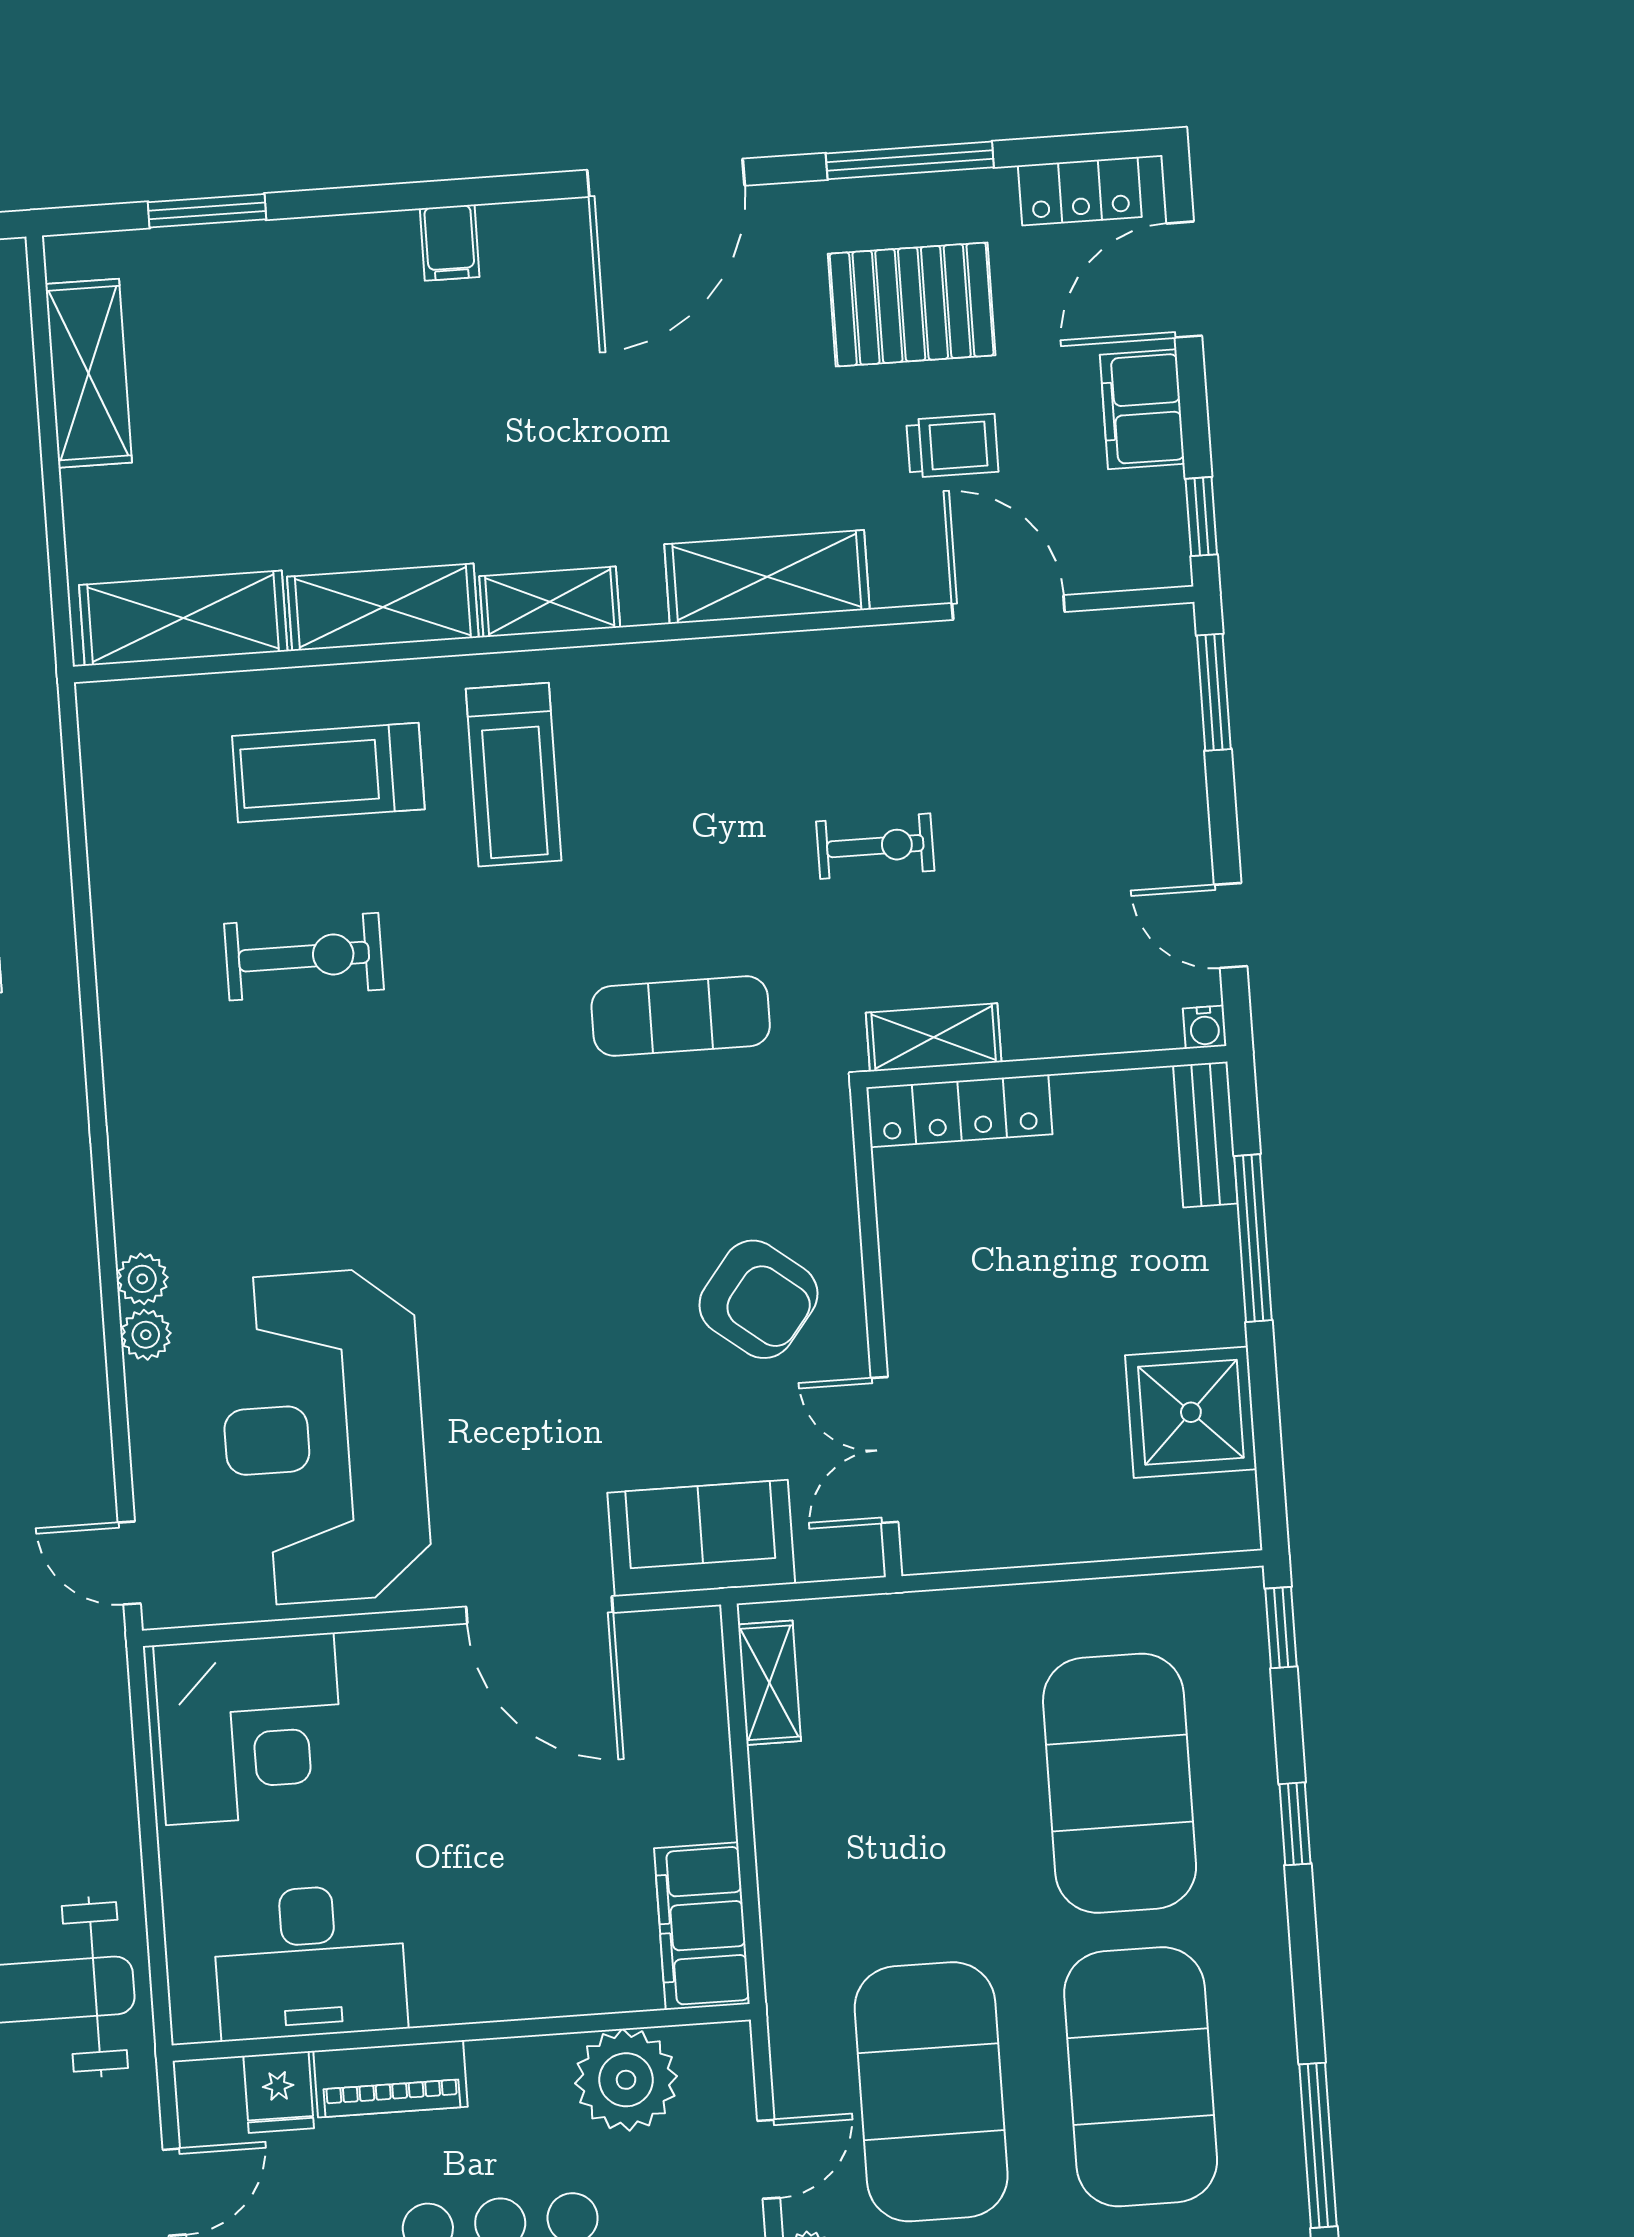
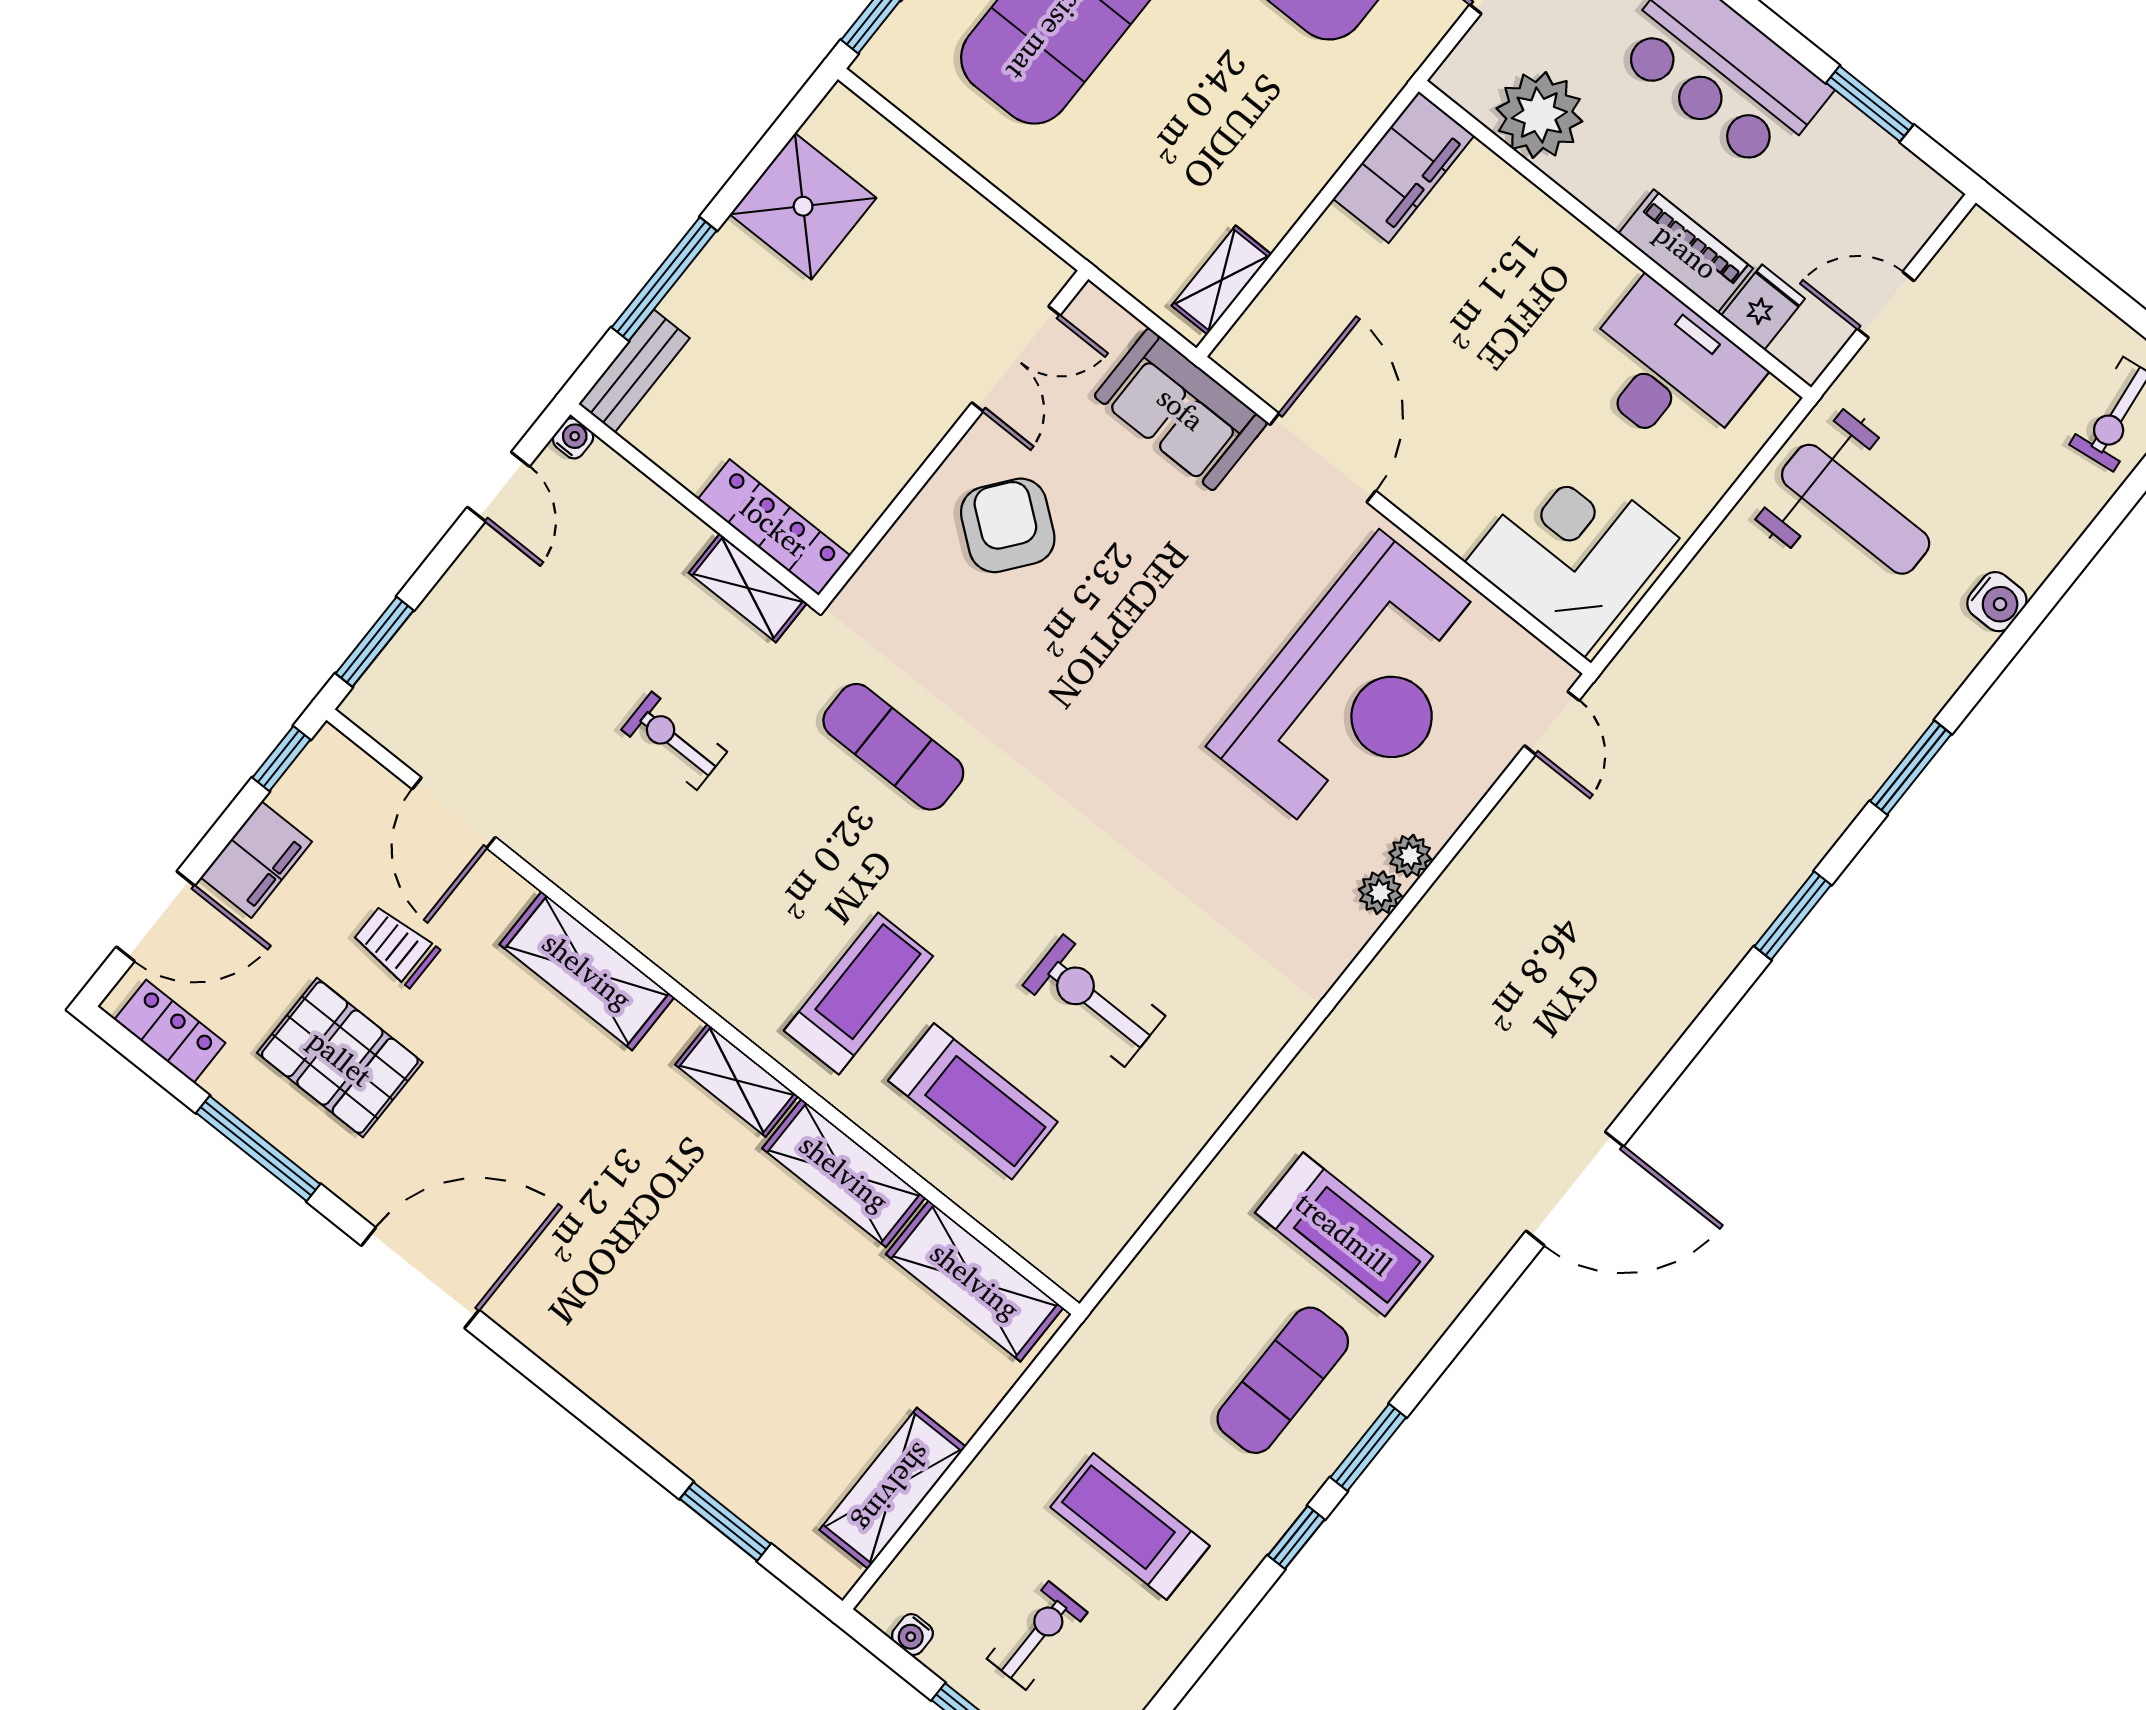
filing cabinet: (450, 243) -> (592, 1362), removed

